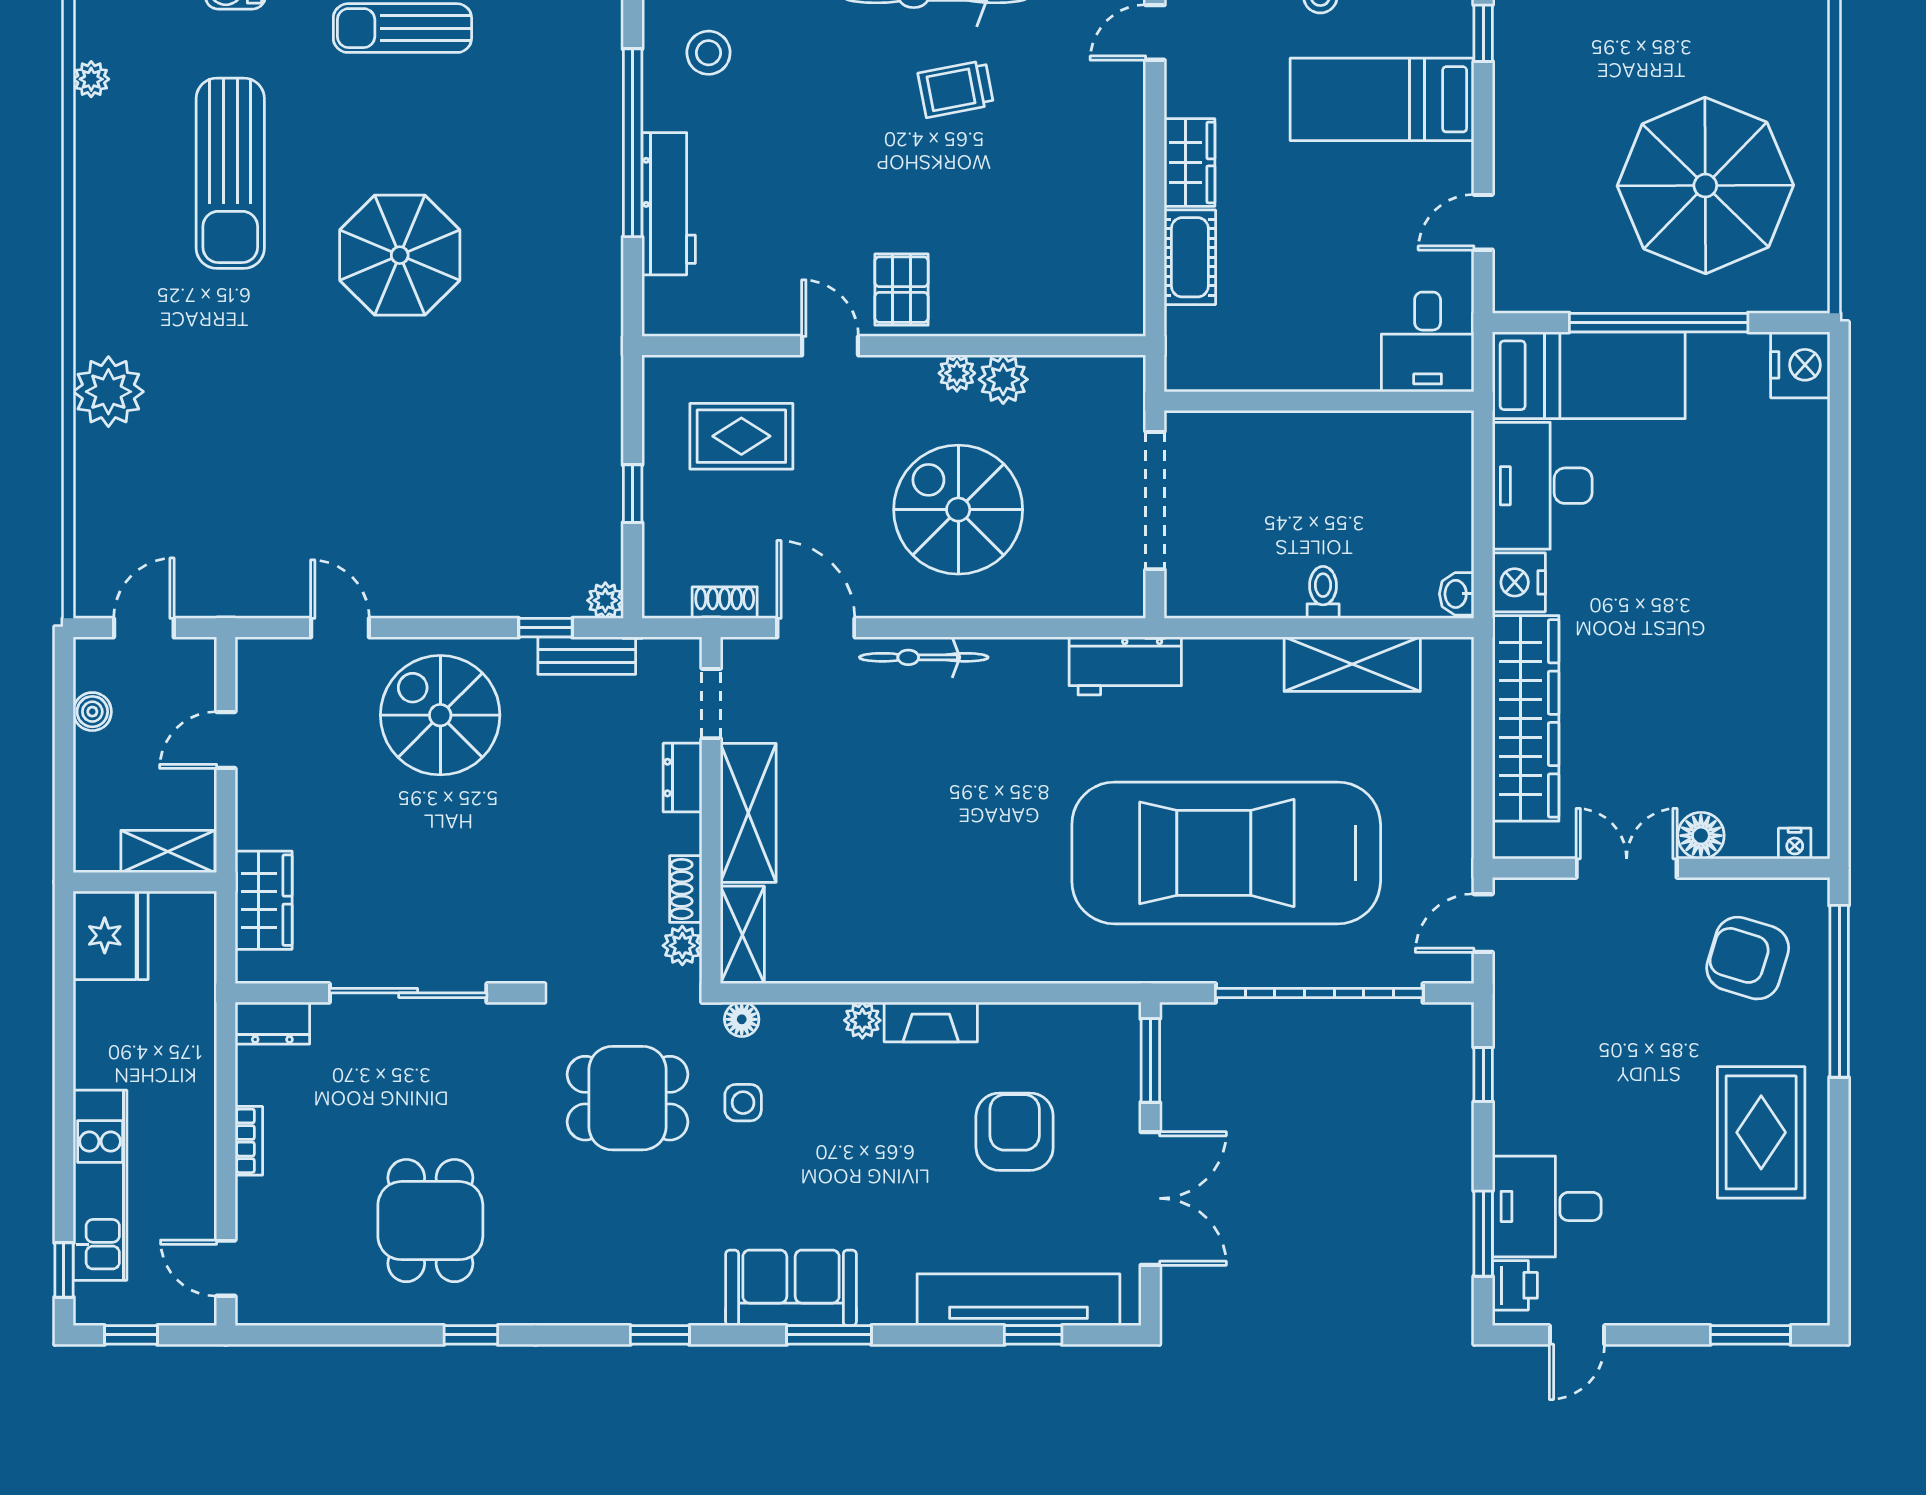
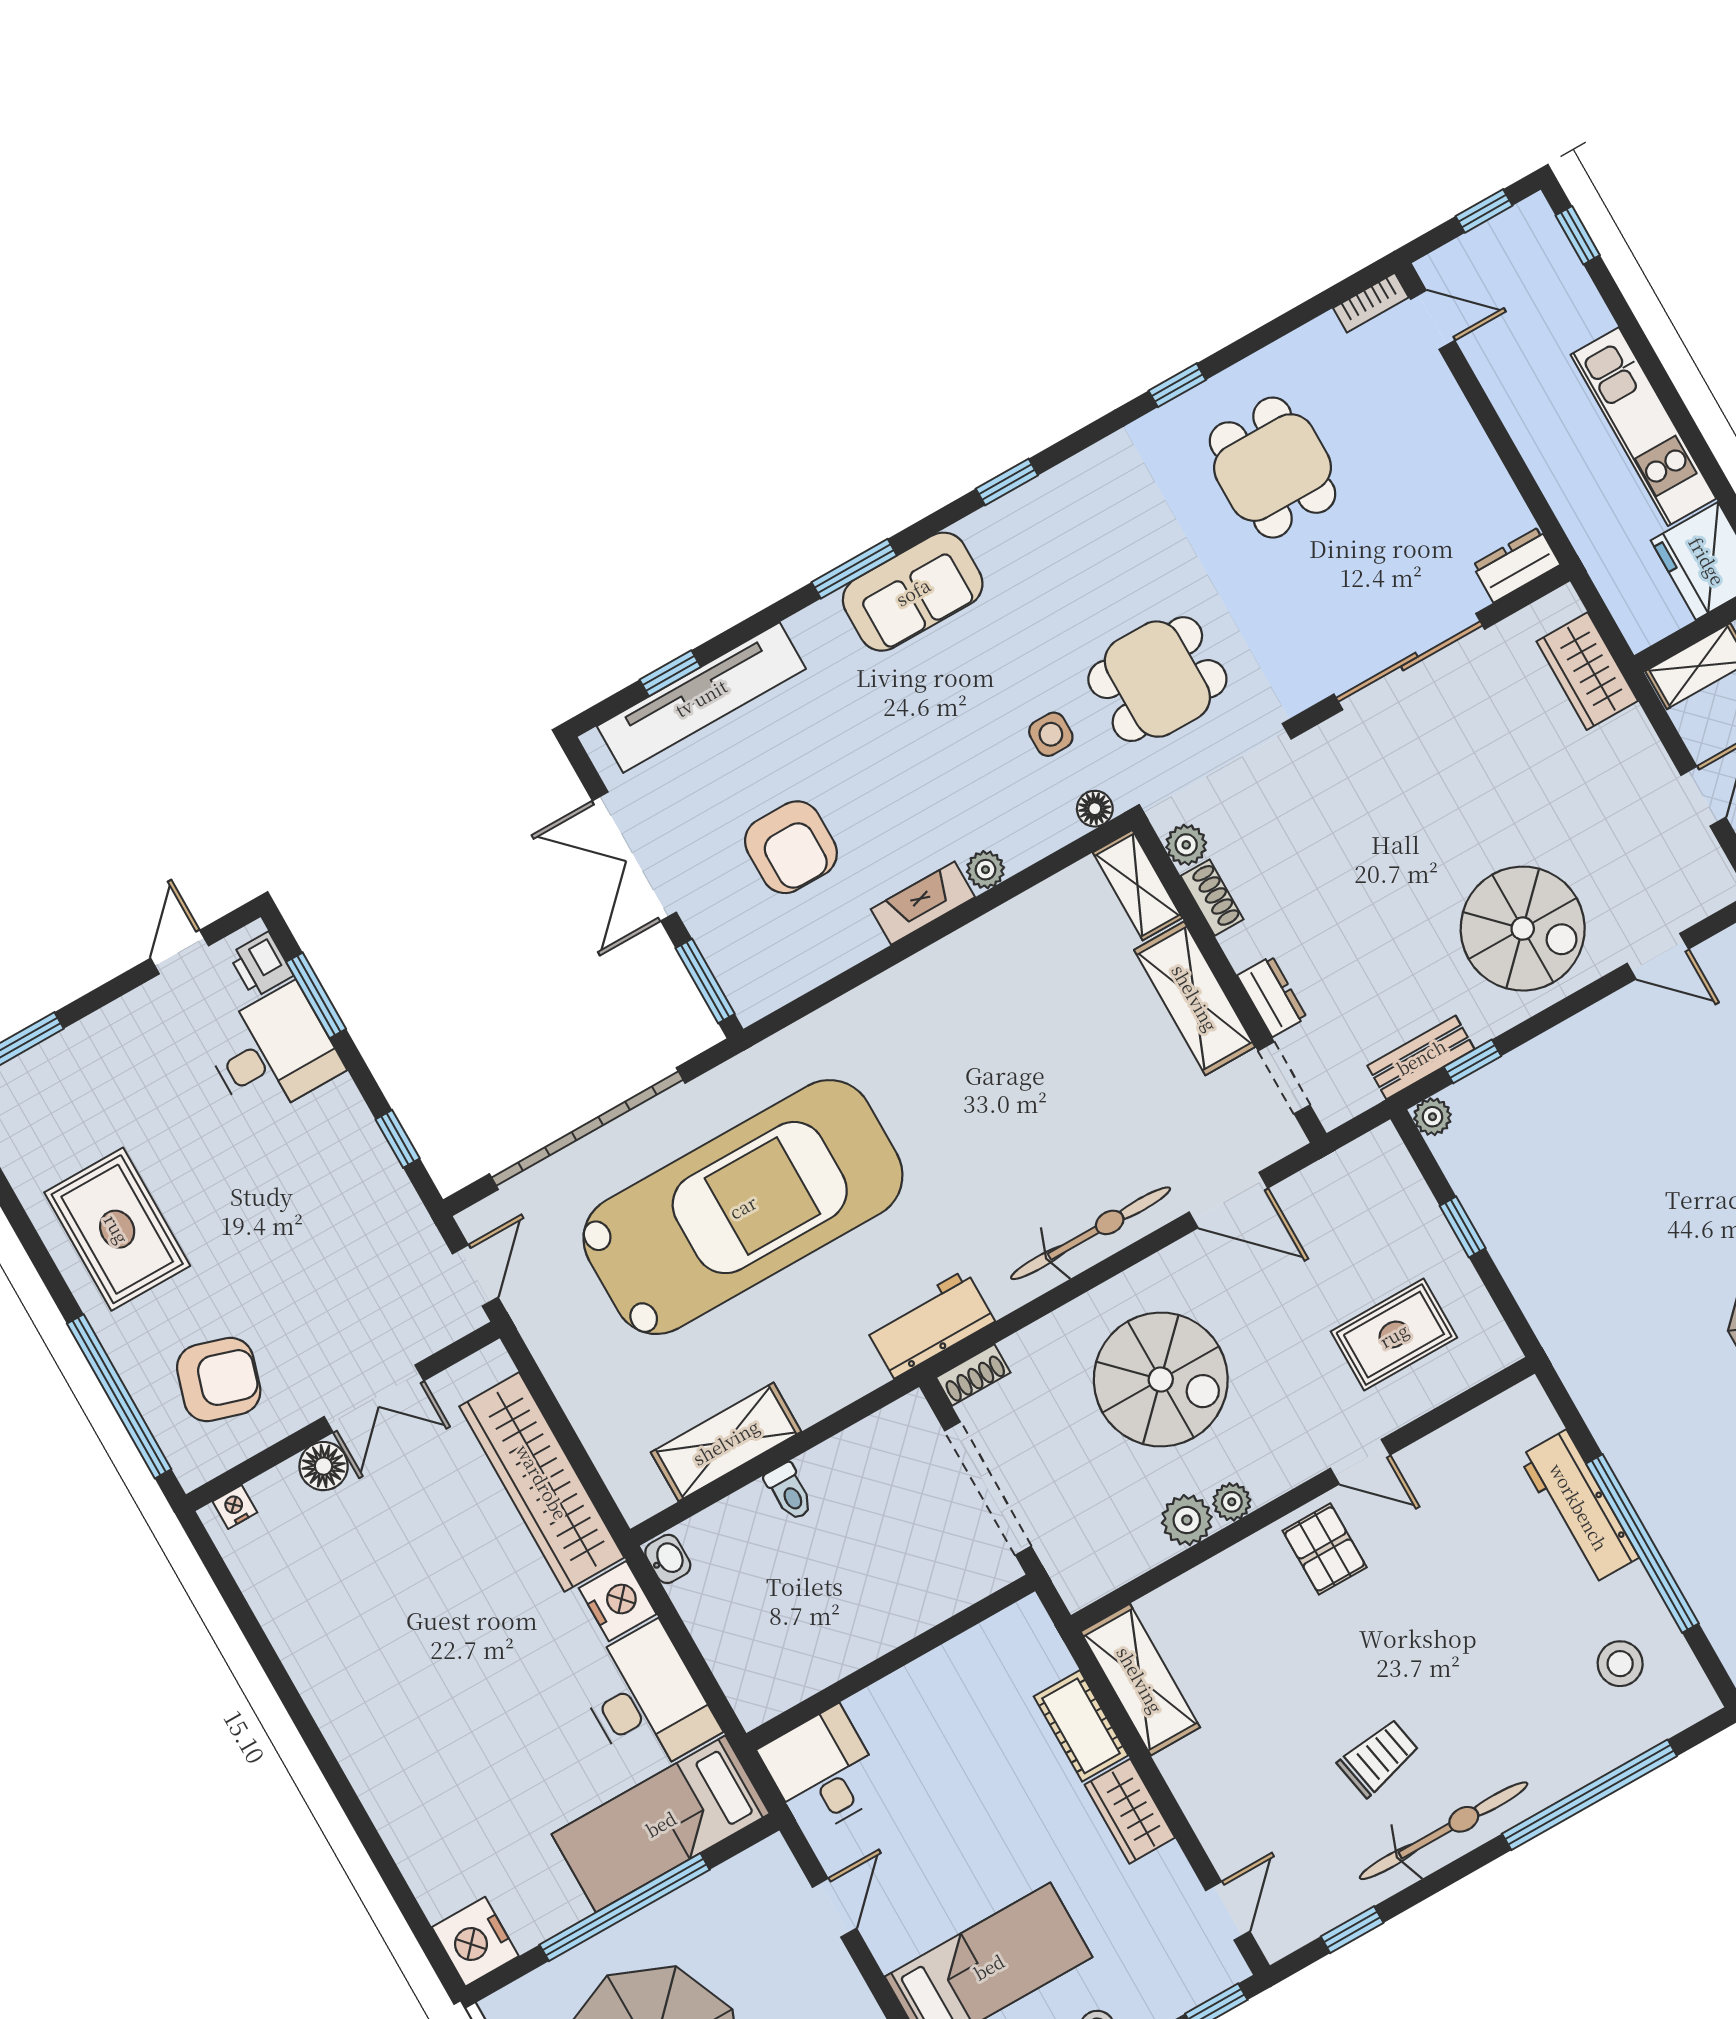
shelving: (1118, 268) -> (1140, 1680), added
shoe rack: (725, 603) -> (973, 1375), moved
bicycle: (924, 657) -> (1091, 1233), width x1.37, depth x1.40
bookcase: (249, 1141) -> (1371, 303), moved, turned -90
kitchen unit: (100, 1185) -> (1643, 427), moved

